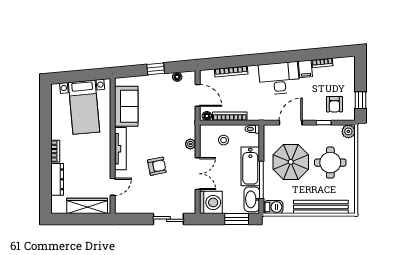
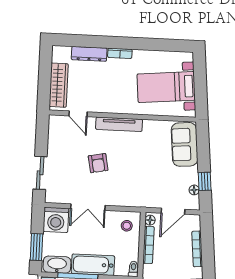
window: (156, 69) -> (205, 181), moved
sofa: (126, 106) -> (185, 144), moved, turned 85
stool: (224, 140) -> (127, 226), moved
plant: (190, 144) -> (120, 201), removed

